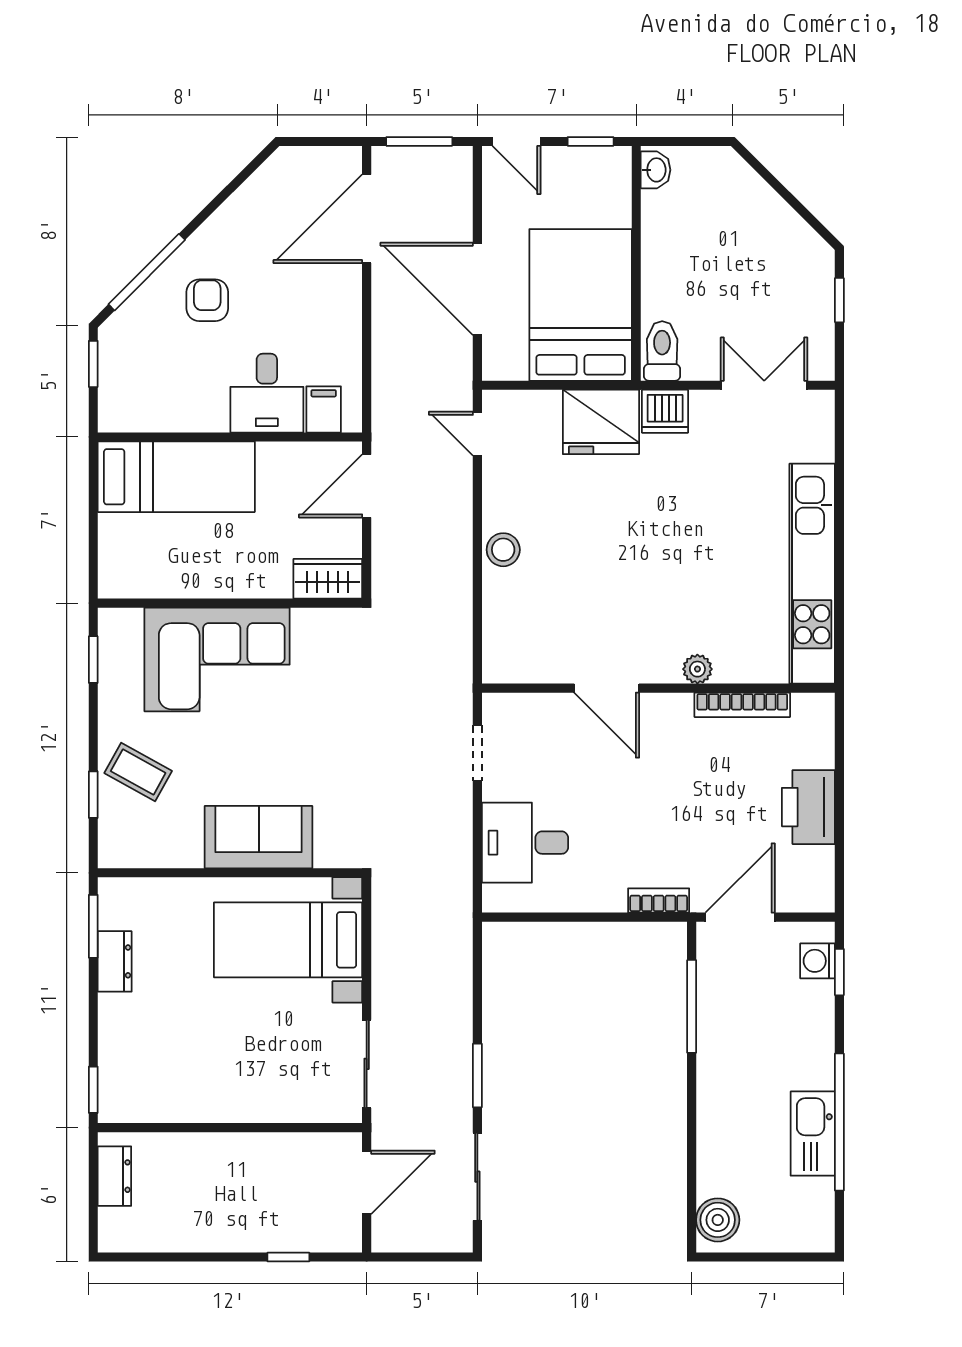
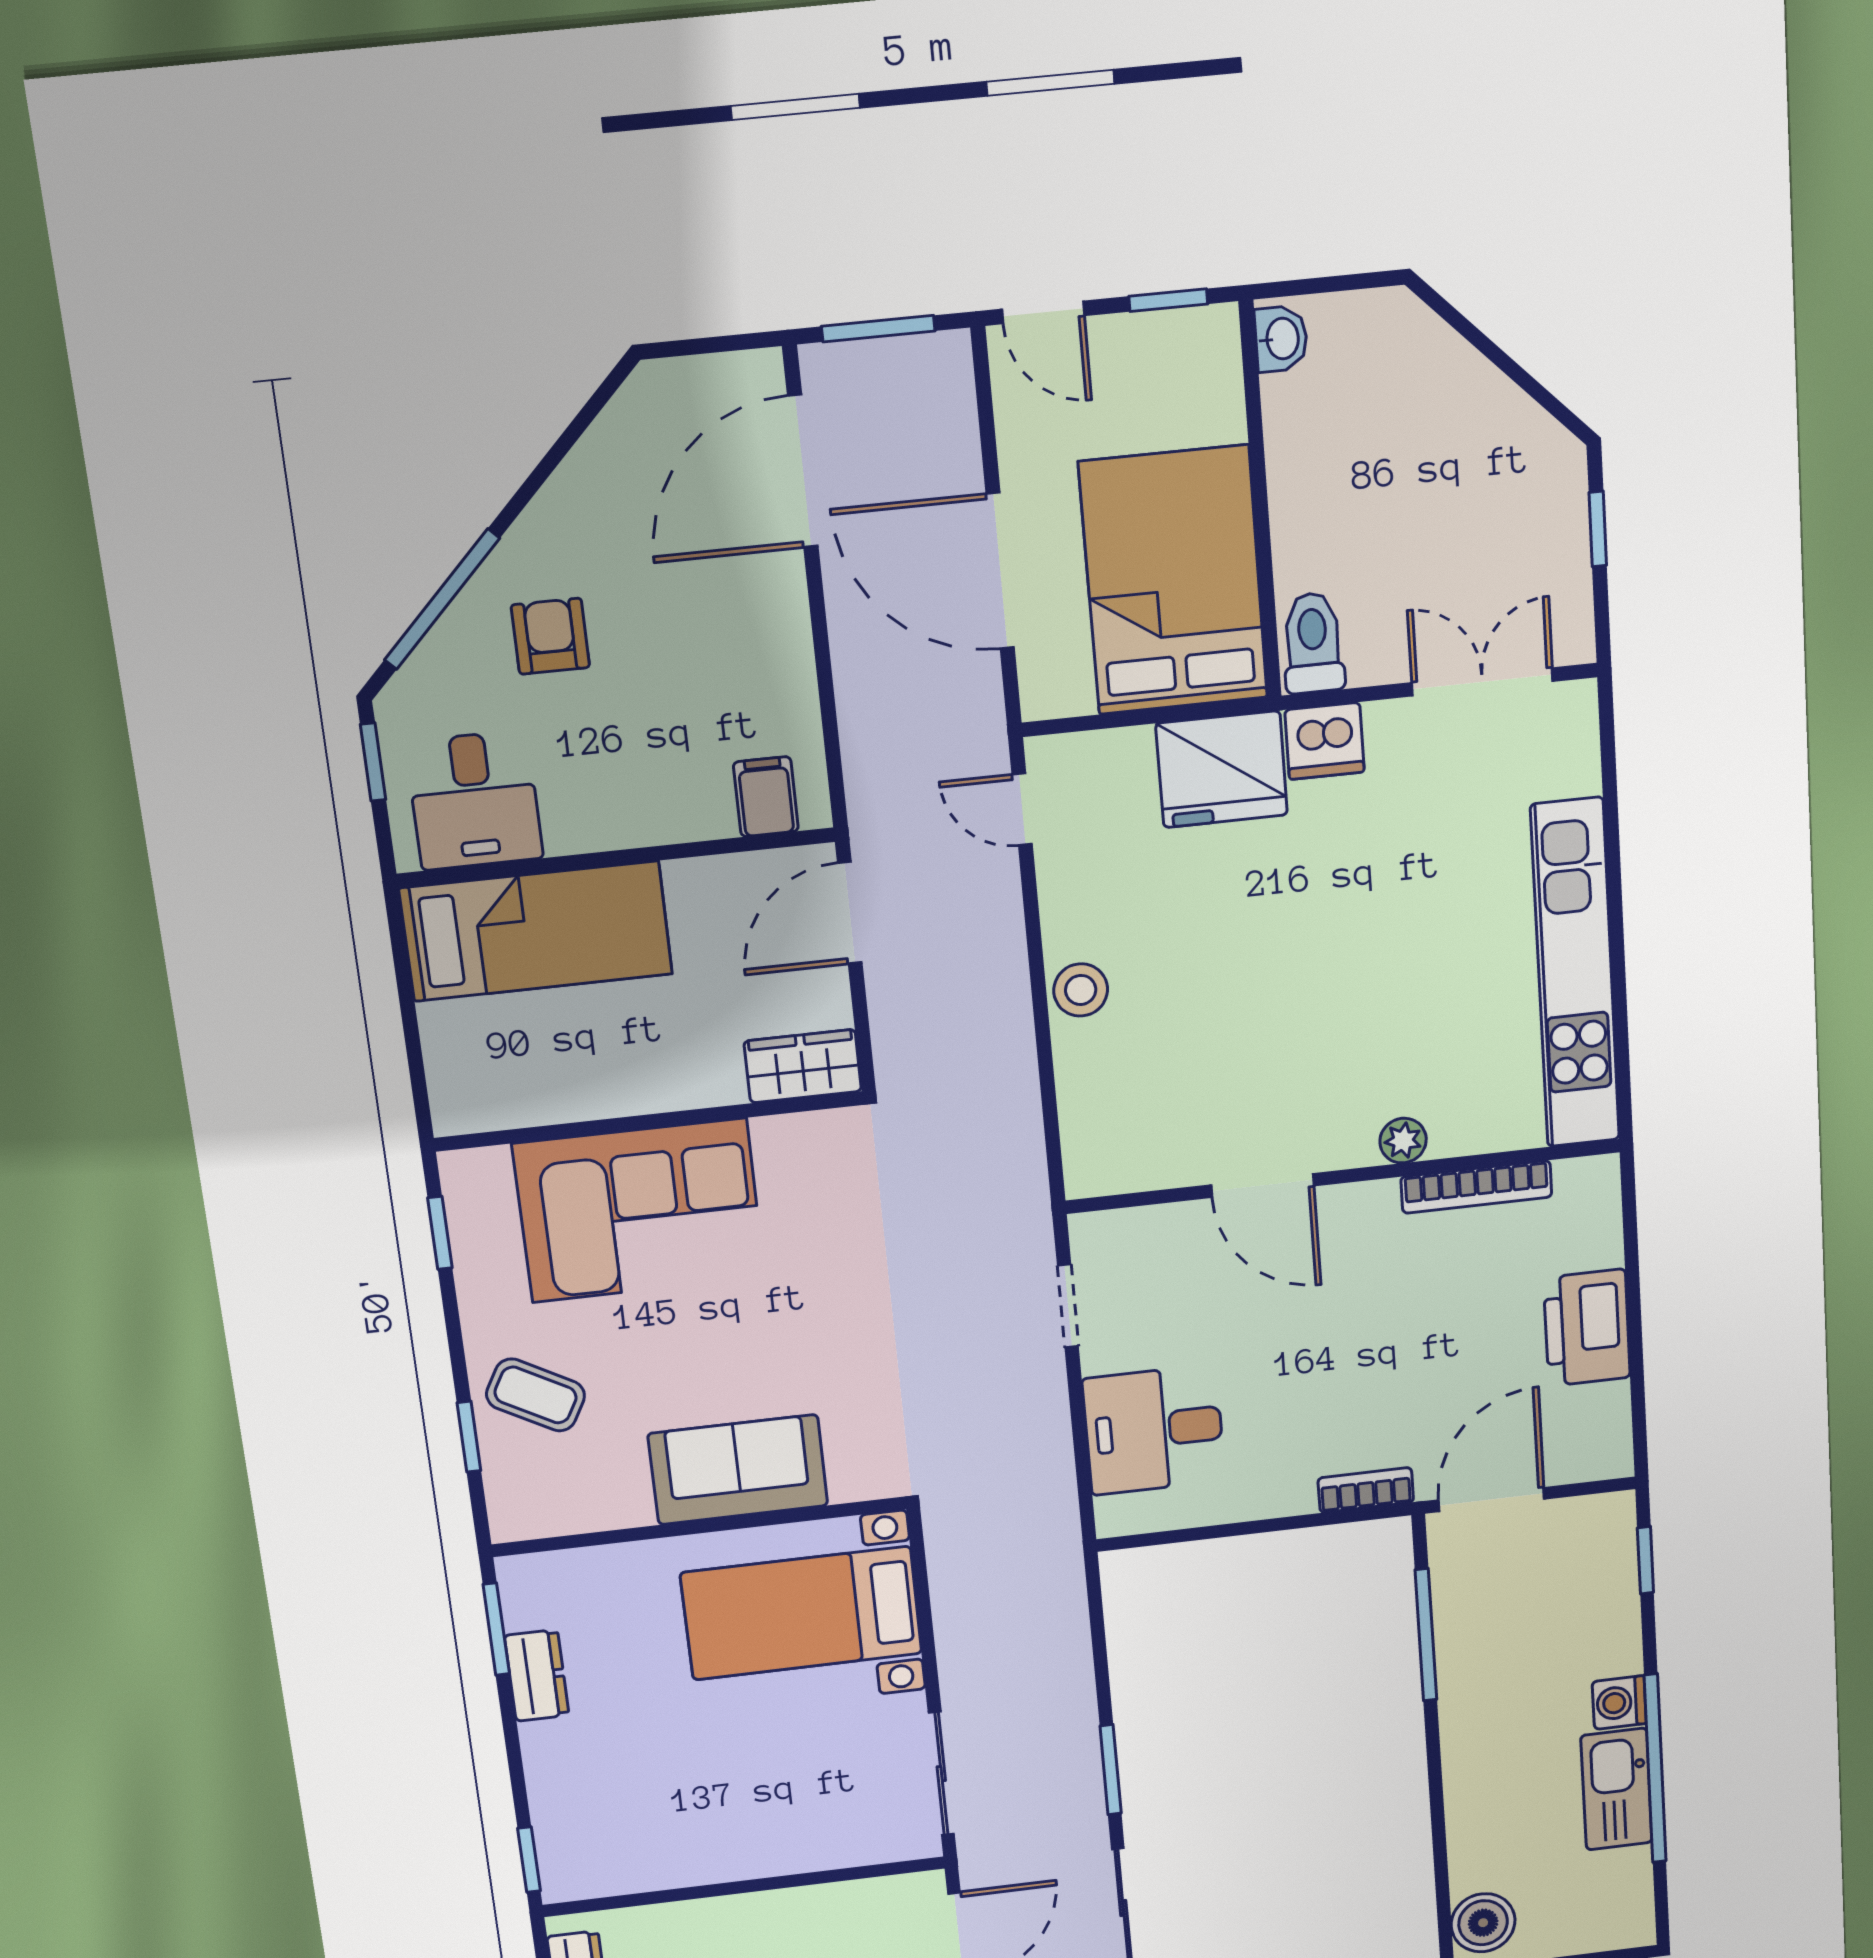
desk: (267, 393) -> (474, 800), moved
washing machine: (818, 961) -> (1619, 1703), moved

